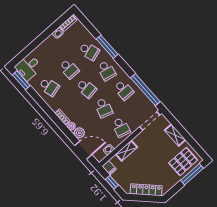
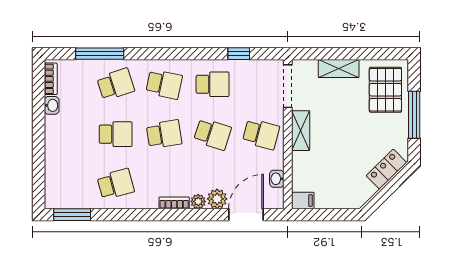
window: (107, 47) -> (100, 54), moved
desk: (28, 67) -> (63, 189), removed
window: (145, 90) -> (239, 54), width x0.32
shelving: (127, 151) -> (301, 131), moved
window: (192, 174) -> (414, 115), moved
window: (112, 182) -> (326, 215), removed
locker: (146, 190) -> (386, 169), width x0.66

